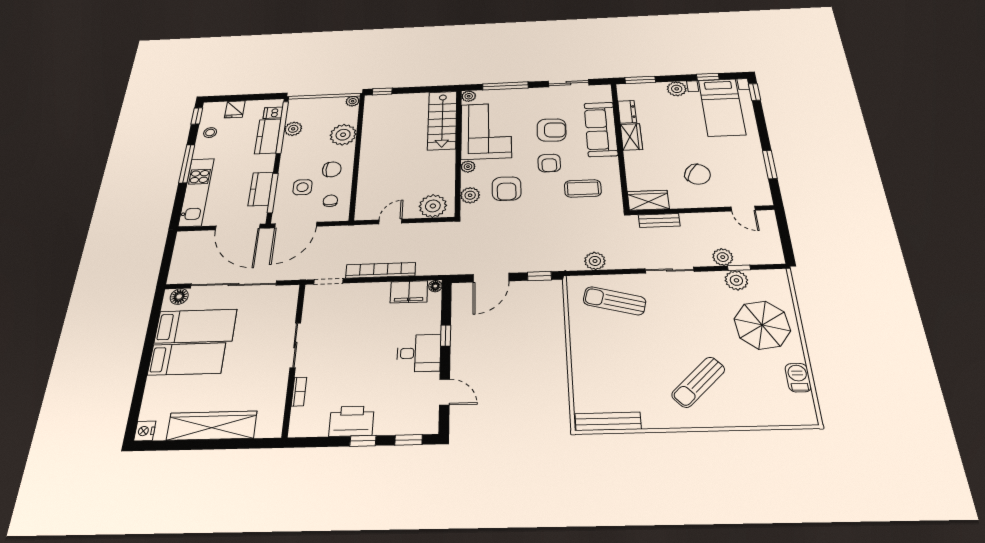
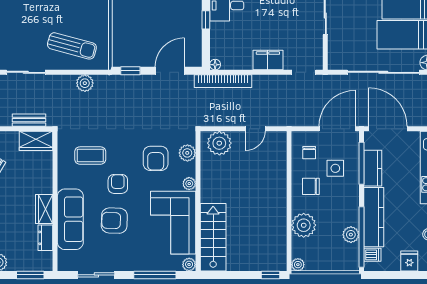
kitchen counter: (268, 136) -> (374, 217), width x1.50
armchair: (507, 189) -> (156, 158), turned 180
bookcase: (381, 270) -> (223, 81), moved
filing cabinet: (409, 292) -> (268, 60), moved

